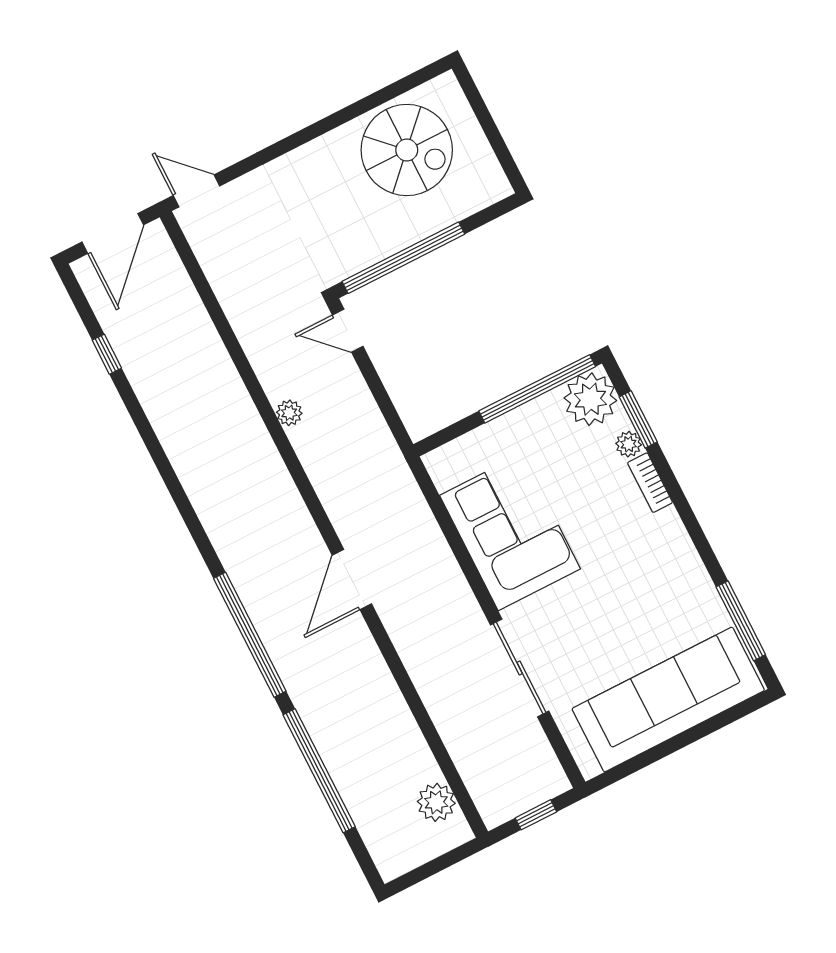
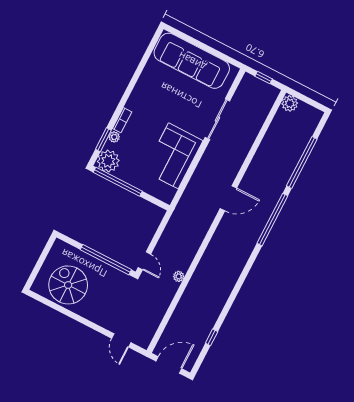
door: (196, 191) -> (121, 340), moved
plant: (289, 413) -> (179, 276), moved
window: (741, 621) -> (147, 55), removed
plant: (436, 802) -> (290, 103), moved

